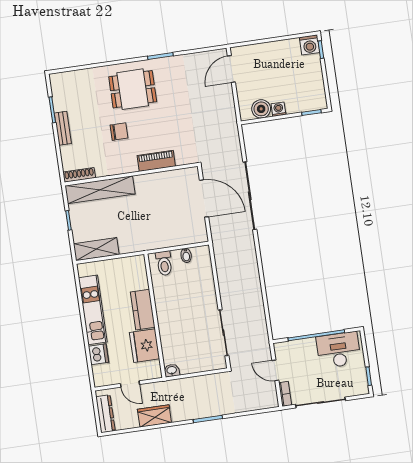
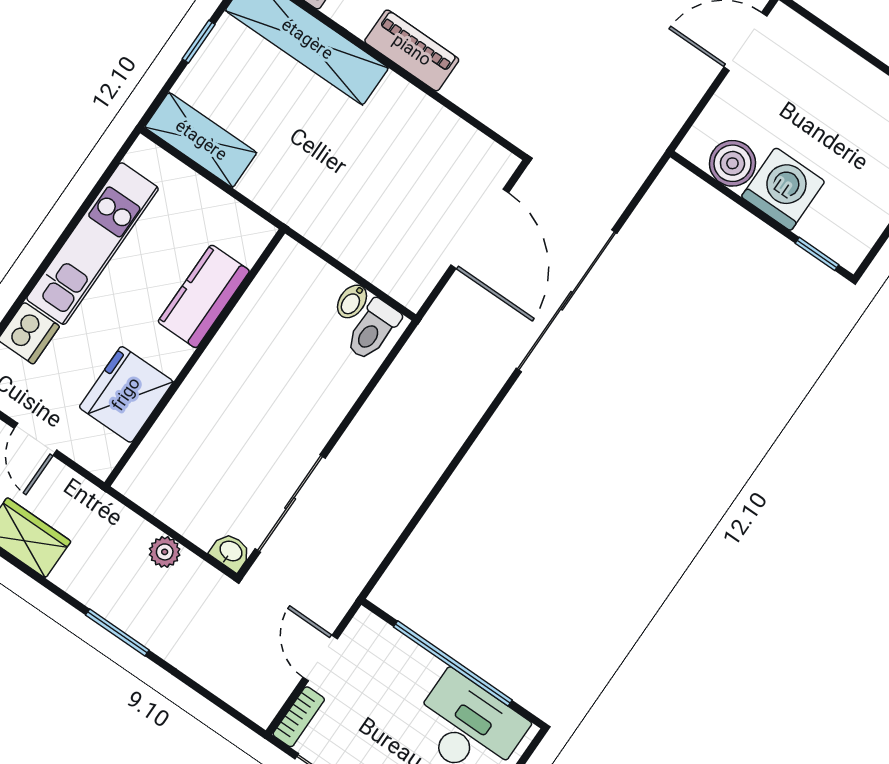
washing machine: (278, 109) -> (783, 189), width x1.89, depth x1.89
piano: (156, 161) -> (412, 50), moved
toilet: (164, 263) -> (373, 330), moved
kitchen counter: (143, 310) -> (204, 296), moved
washbasin: (172, 370) -> (231, 552), moved
plant: (200, 382) -> (165, 552), added

